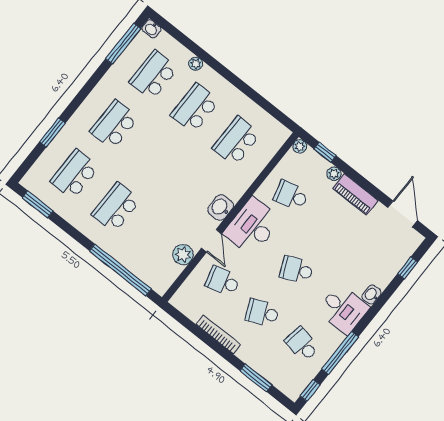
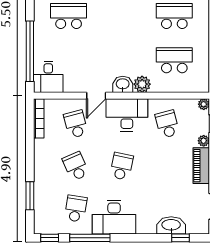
plant: (183, 255) -> (142, 84), moved
school desk: (297, 270) -> (121, 166), turned 36
desk: (158, 272) -> (48, 77), added
washbasin: (371, 295) -> (171, 225), moved, width x1.91, depth x1.45
desk: (343, 309) -> (114, 217), width x1.37
bookcase: (218, 334) -> (39, 118), moved

